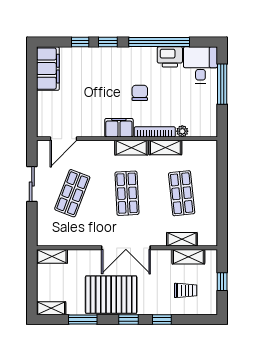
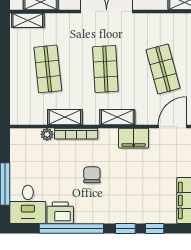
chair: (140, 93) -> (92, 175), turned 180
filing cabinet: (119, 128) -> (134, 138), moved
shelving: (131, 148) -> (117, 117), moved
shop shelf: (72, 193) -> (163, 69), turned -36
shelving: (182, 239) -> (28, 20), moved

